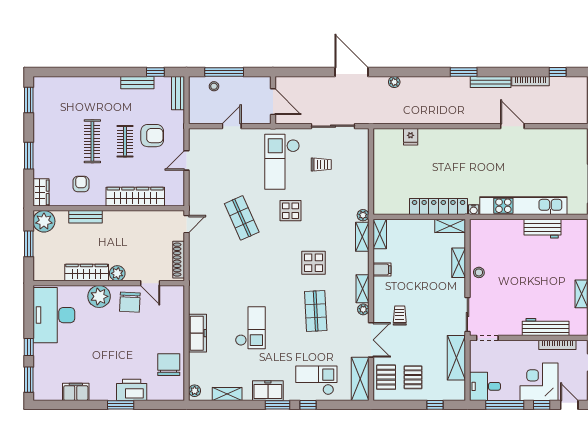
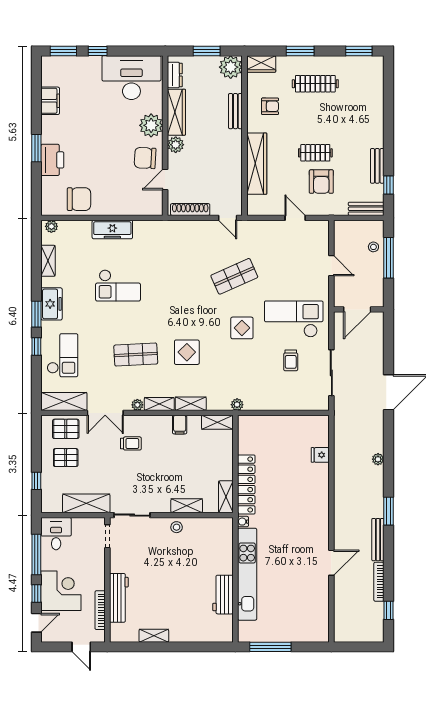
plant: (394, 82) -> (378, 459), moved
clothes rail: (92, 141) -> (315, 84), moved
shelving: (362, 237) -> (191, 404), moved
dresser: (51, 274) -> (175, 75), added

